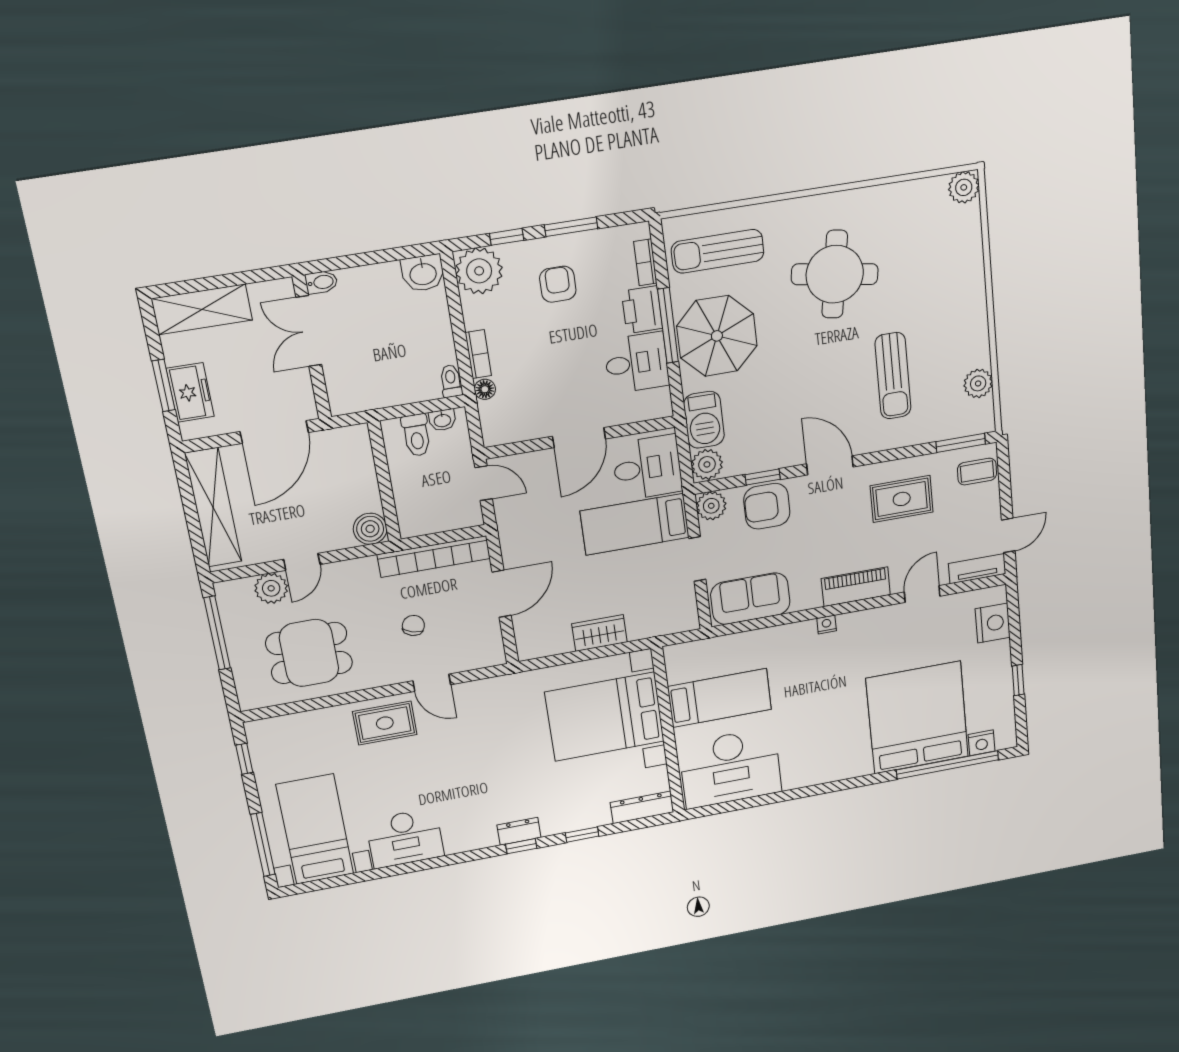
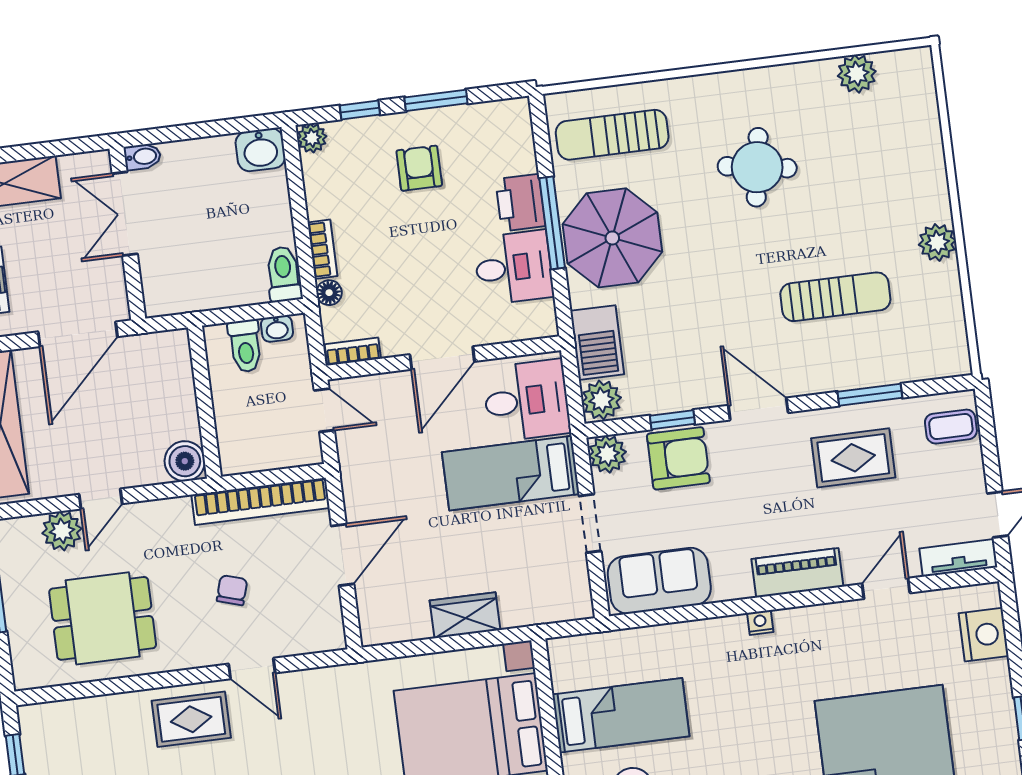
plant: (964, 187) -> (857, 74), moved
bookcase: (645, 262) -> (353, 351), moved, turned 90
plant: (479, 271) -> (312, 138), width x0.53, depth x0.53
round table: (835, 274) -> (757, 167), width x0.73, depth x0.73
sun lounger: (893, 376) -> (835, 297), turned -90
toilet: (451, 381) -> (284, 274), width x1.37, depth x1.39
plant: (978, 383) -> (937, 242), moved
window: (961, 443) -> (870, 395), moved
armchair: (767, 506) -> (678, 458), turned 180

